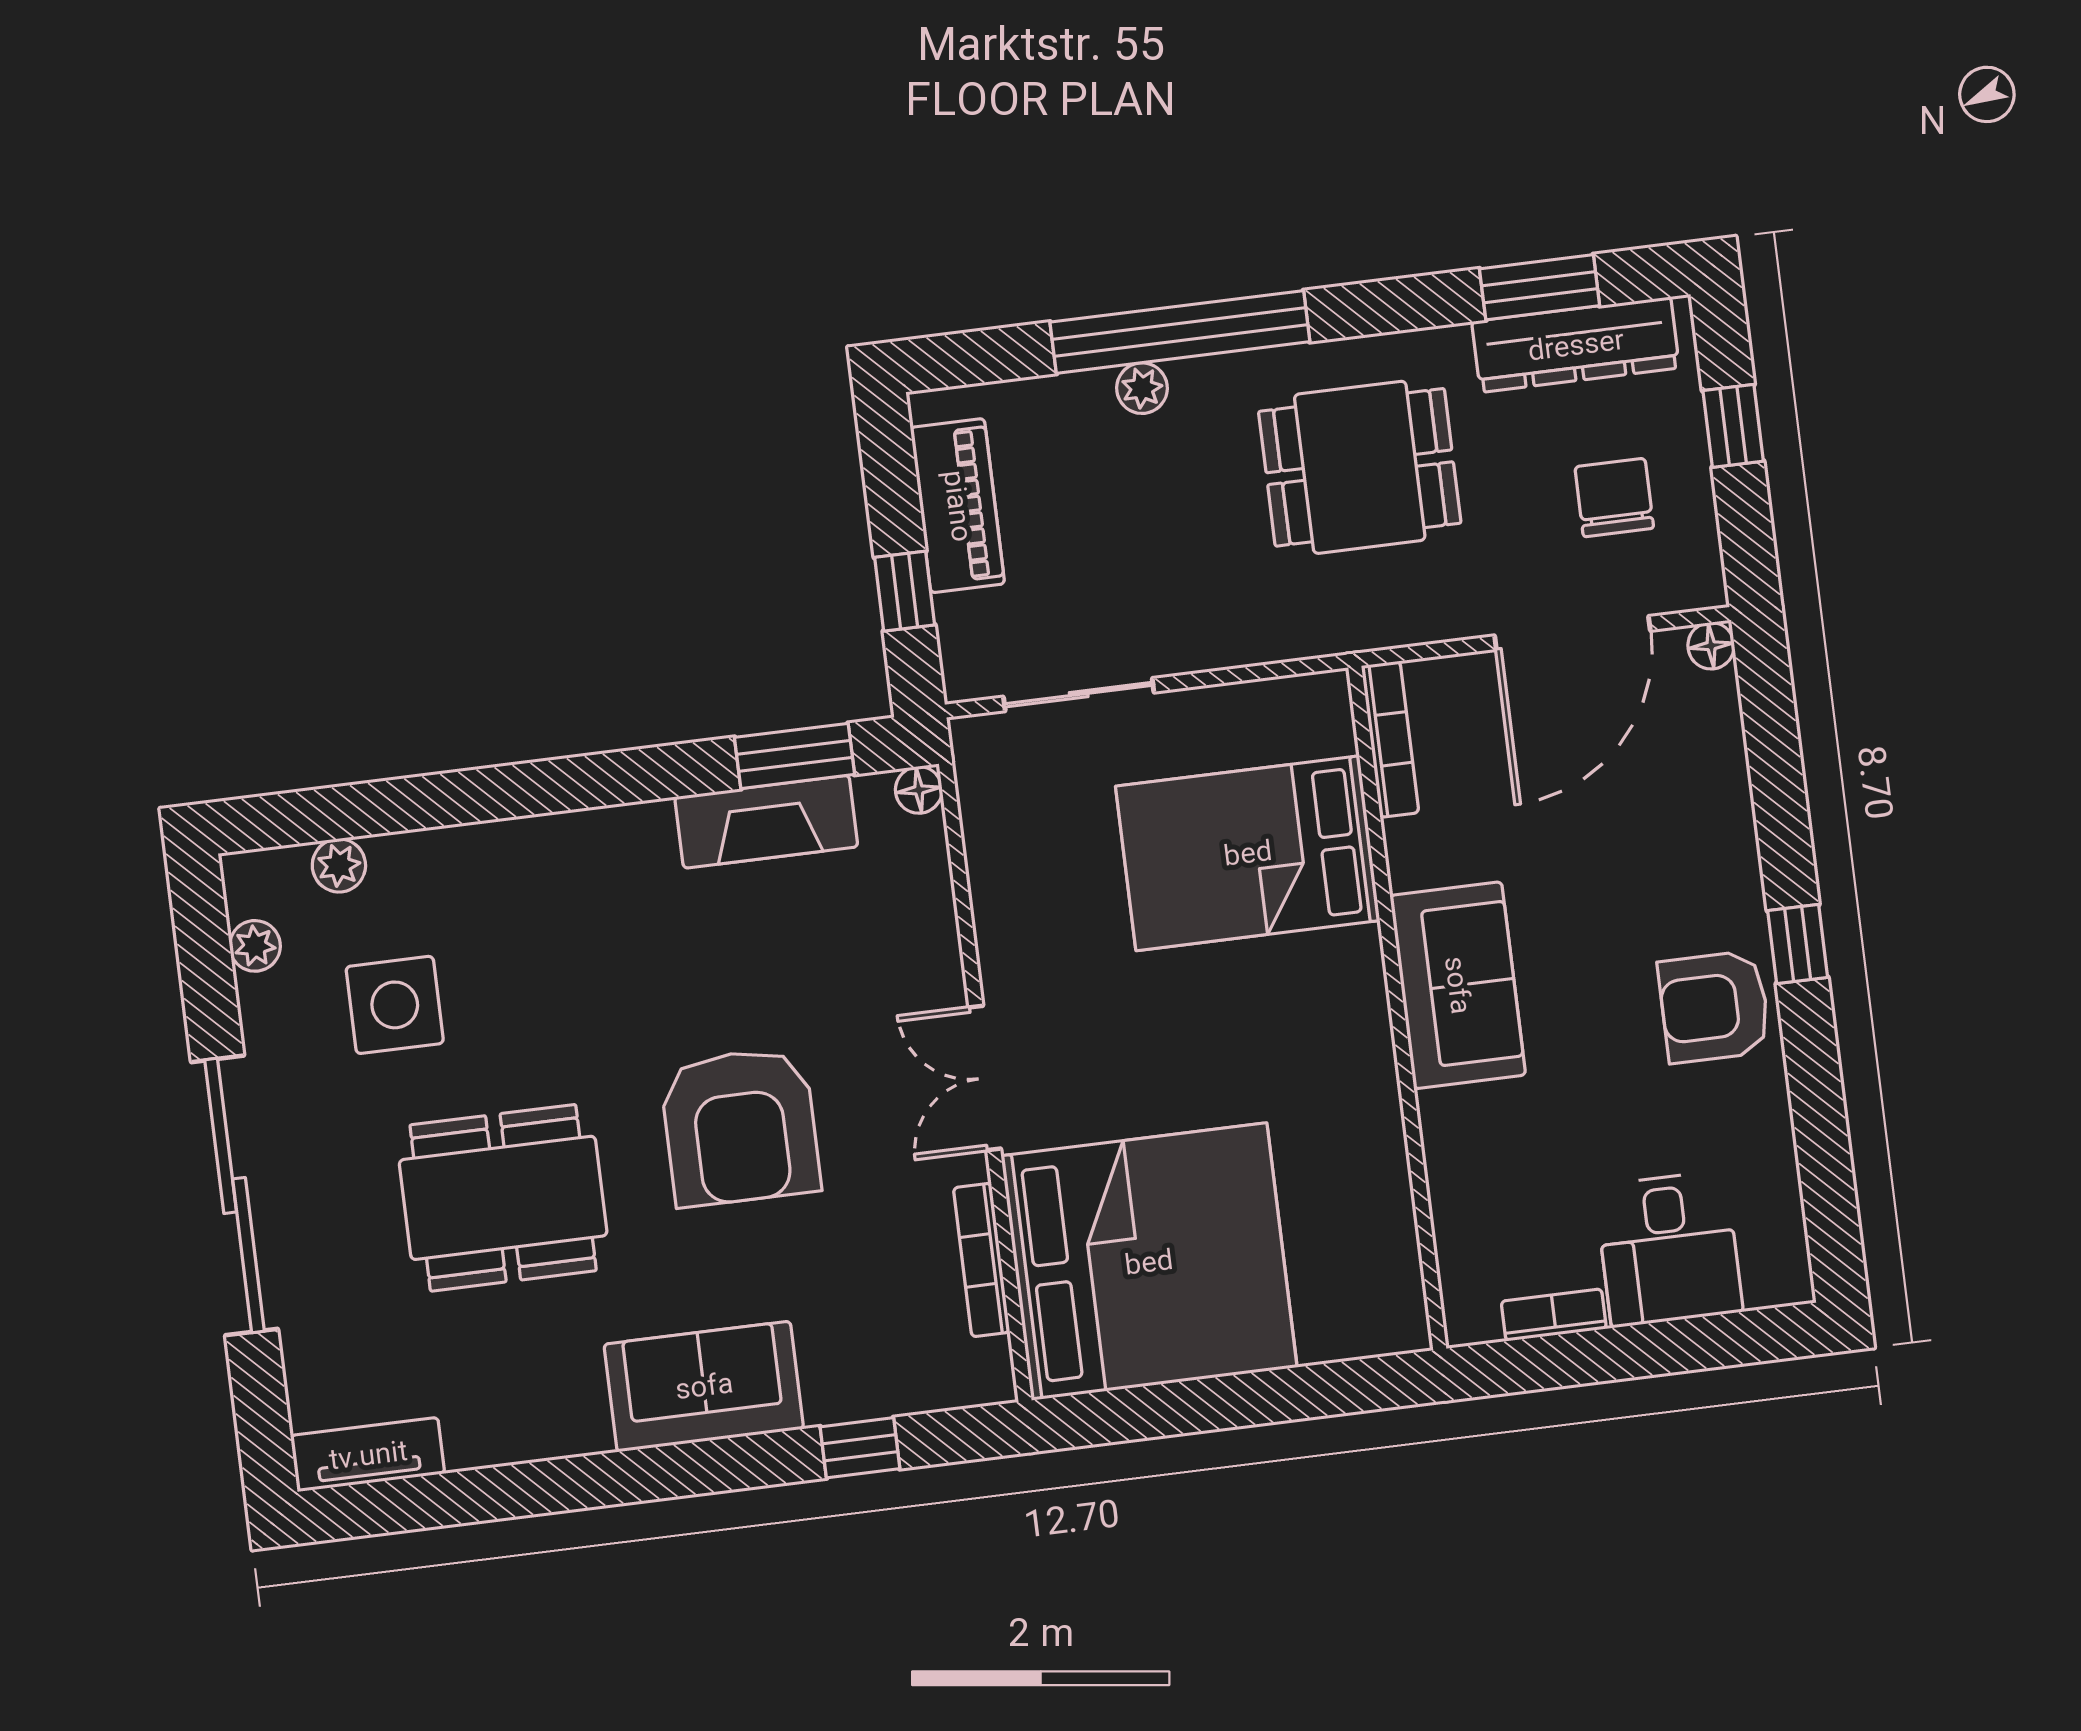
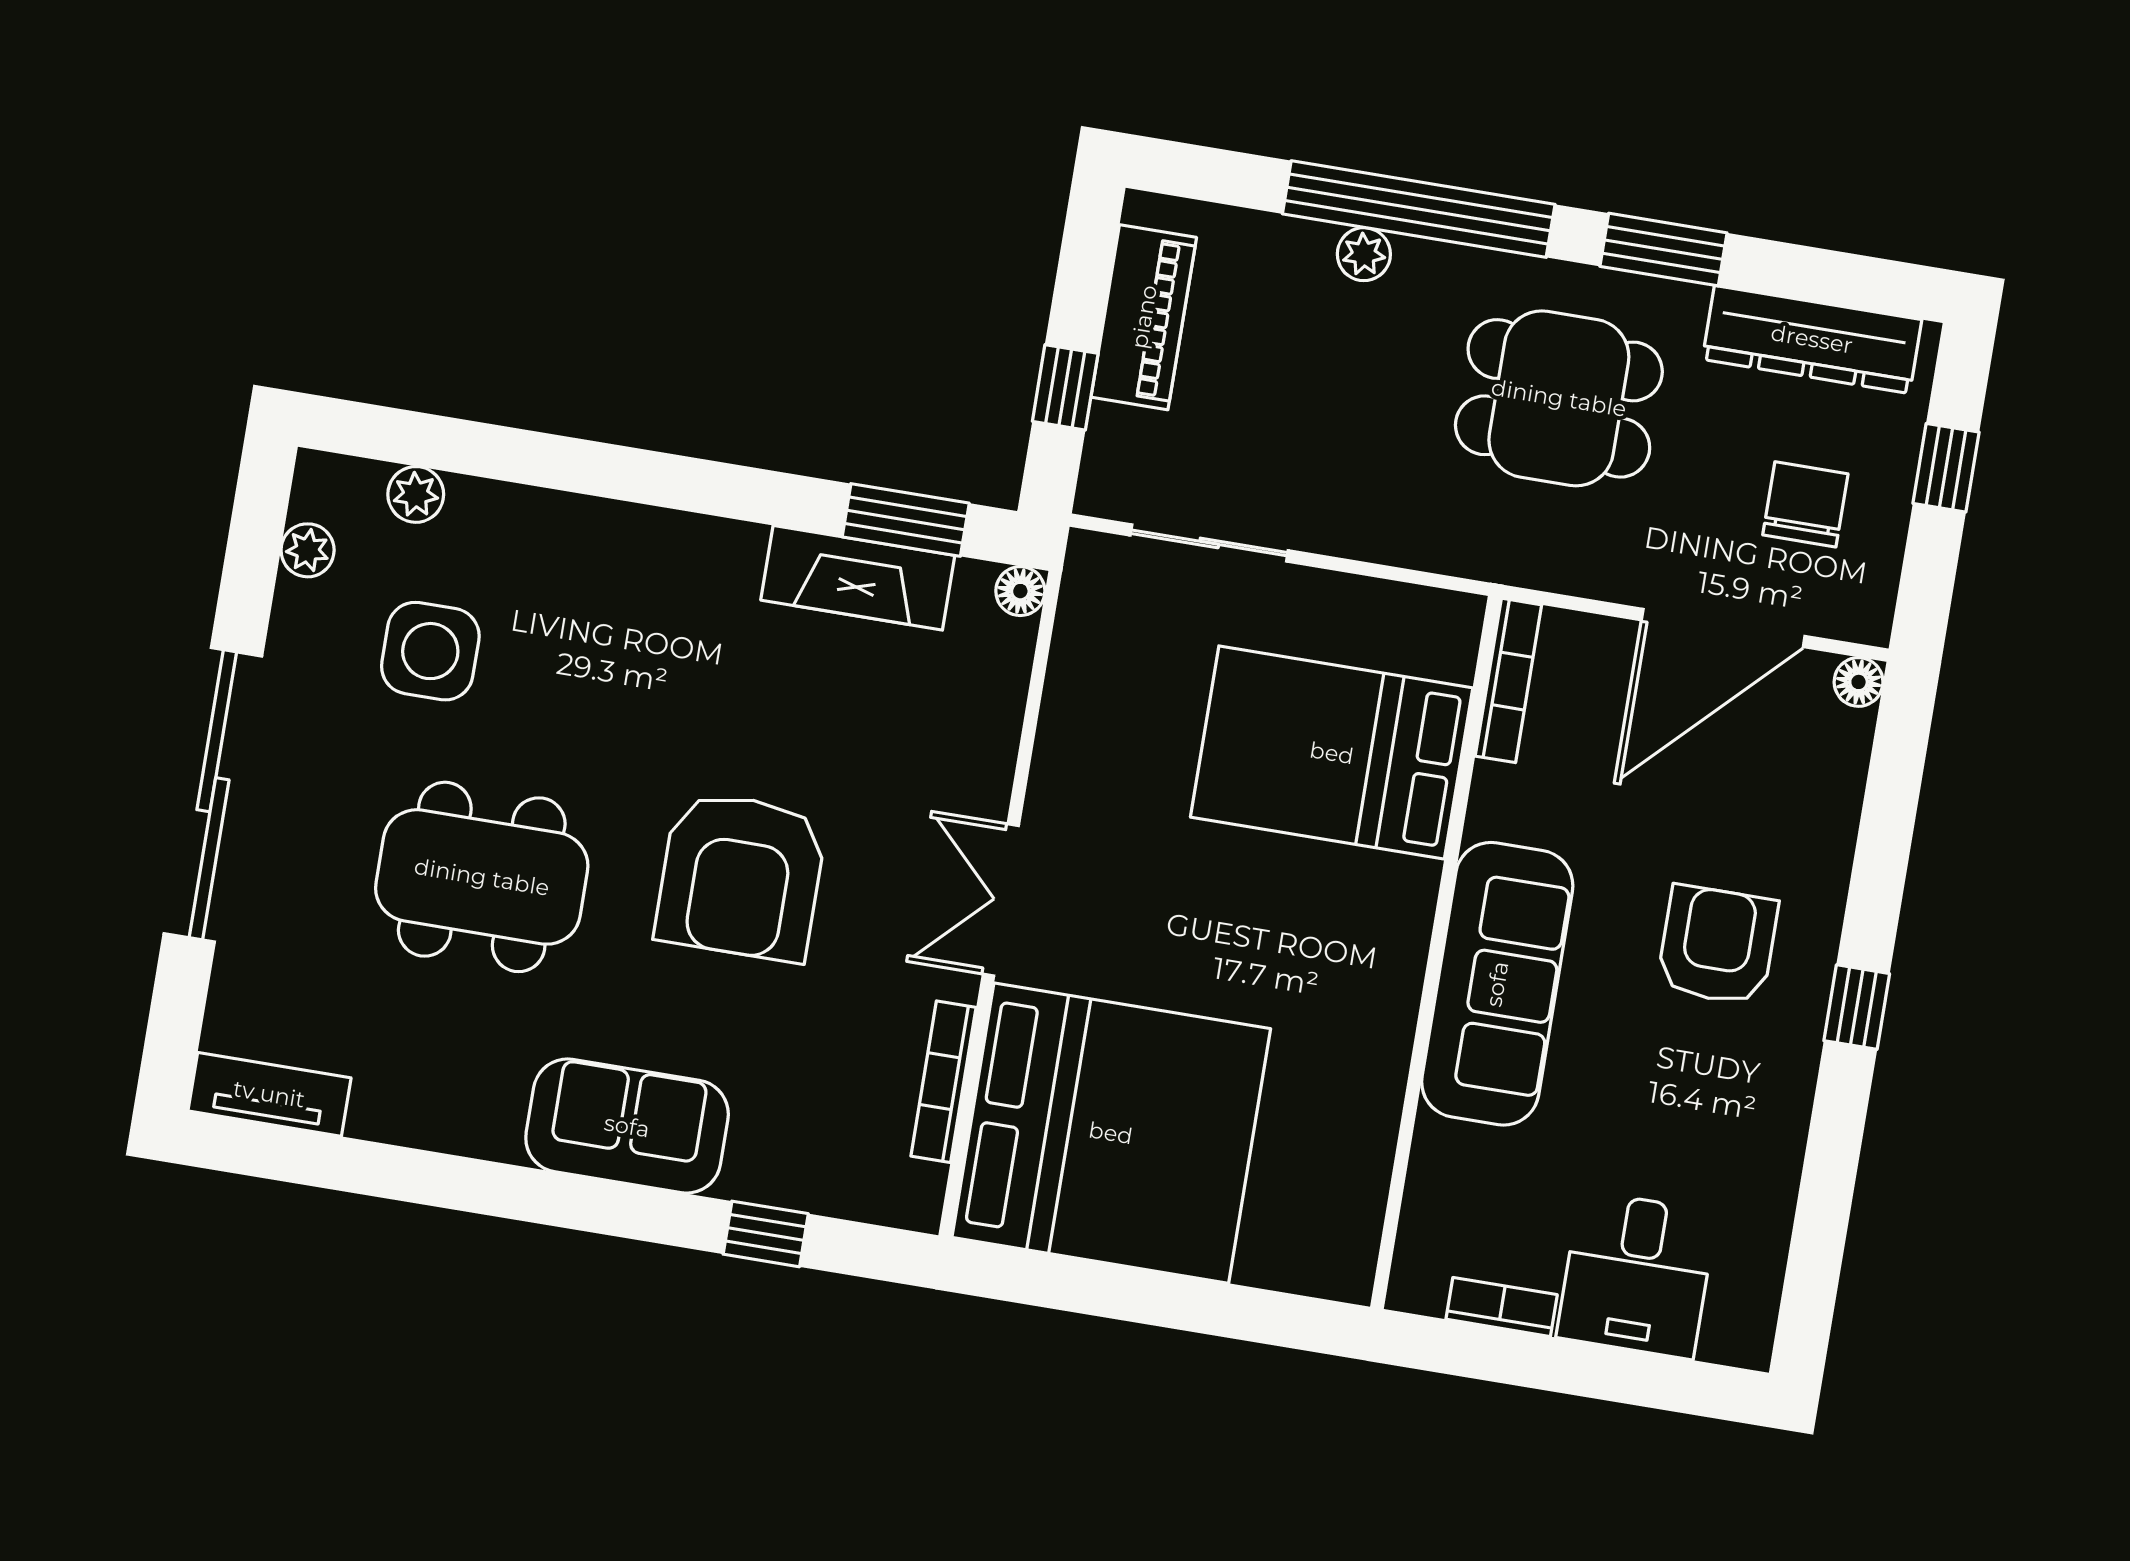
window: (1540, 287) -> (1663, 250), moved
sofa: (1458, 985) -> (1497, 984), width x1.36
armchair: (1714, 1007) -> (1717, 945), moved, turned 90

